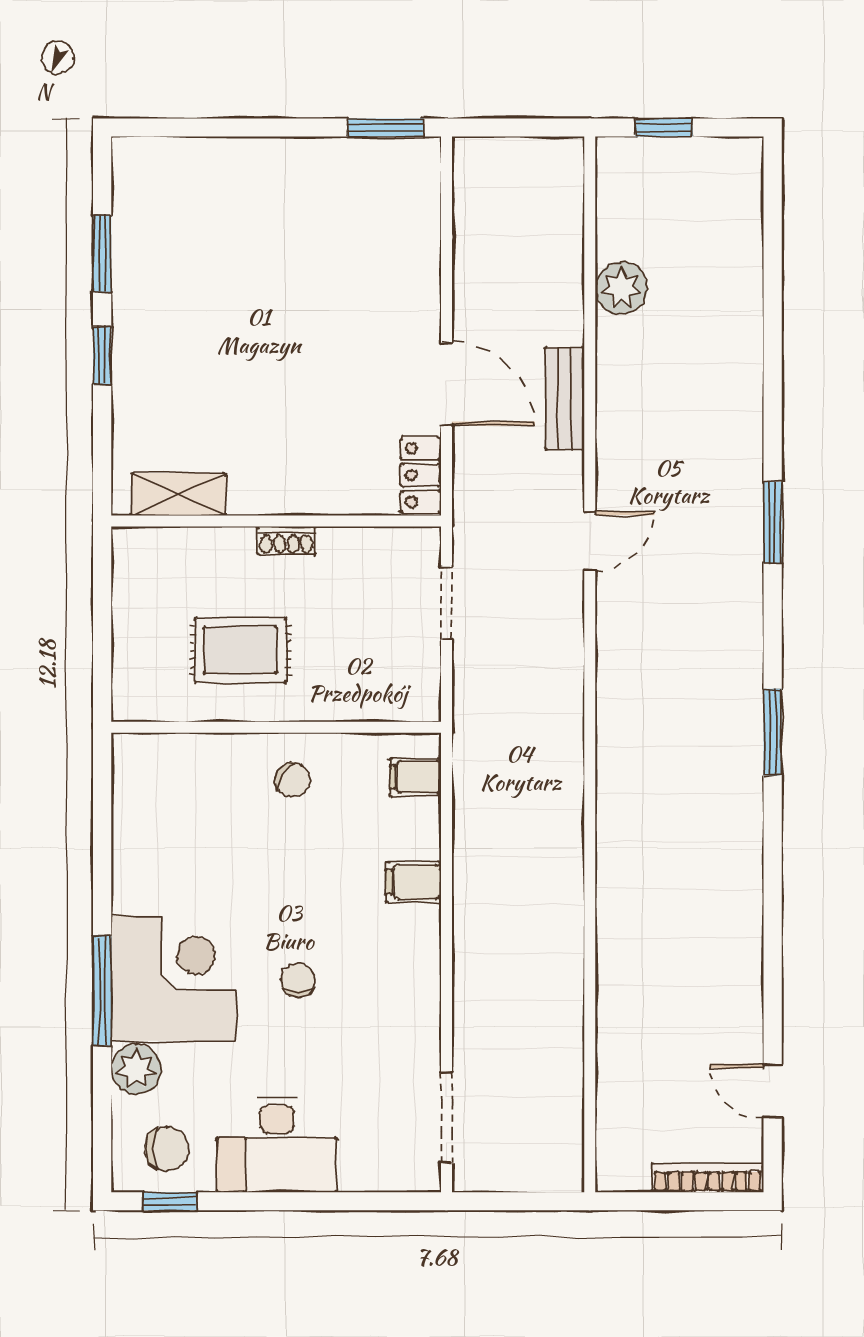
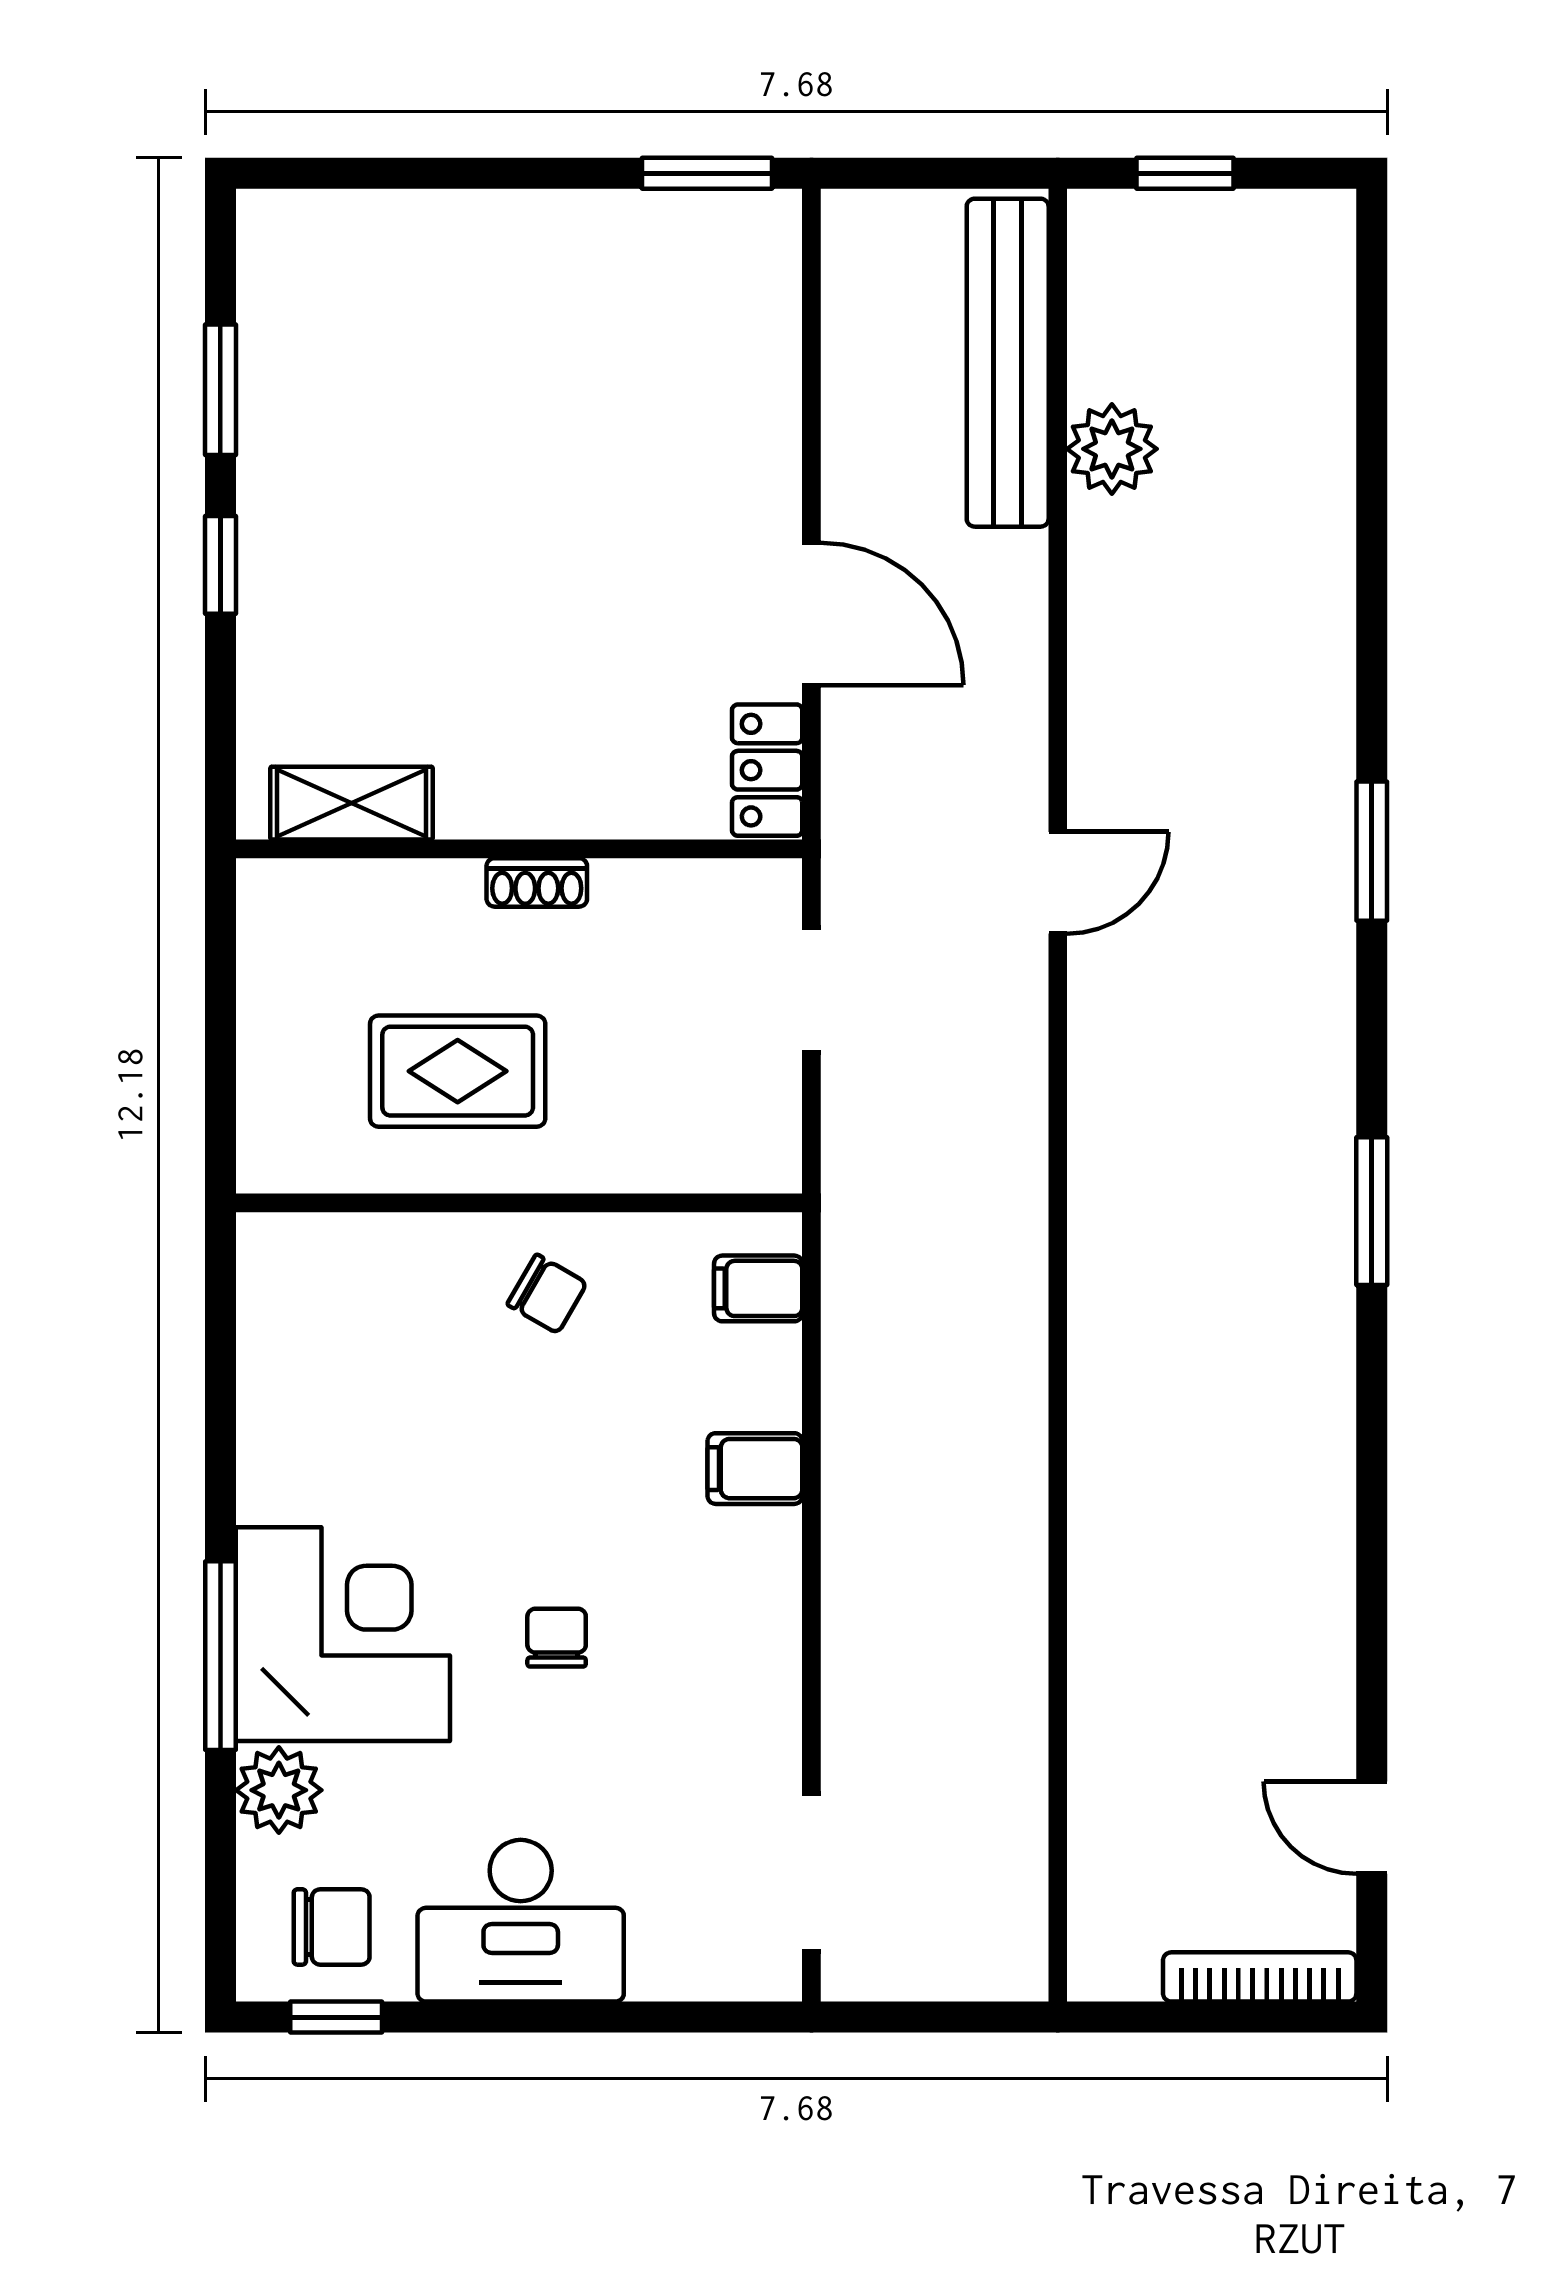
bench: (565, 398) -> (1008, 363), moved, width x1.86, depth x1.21

